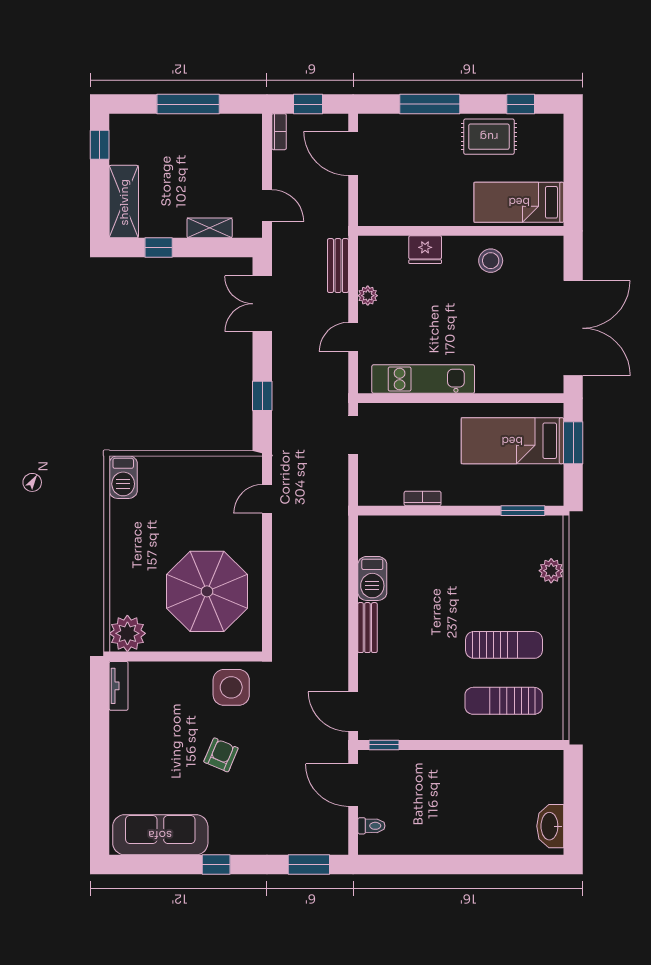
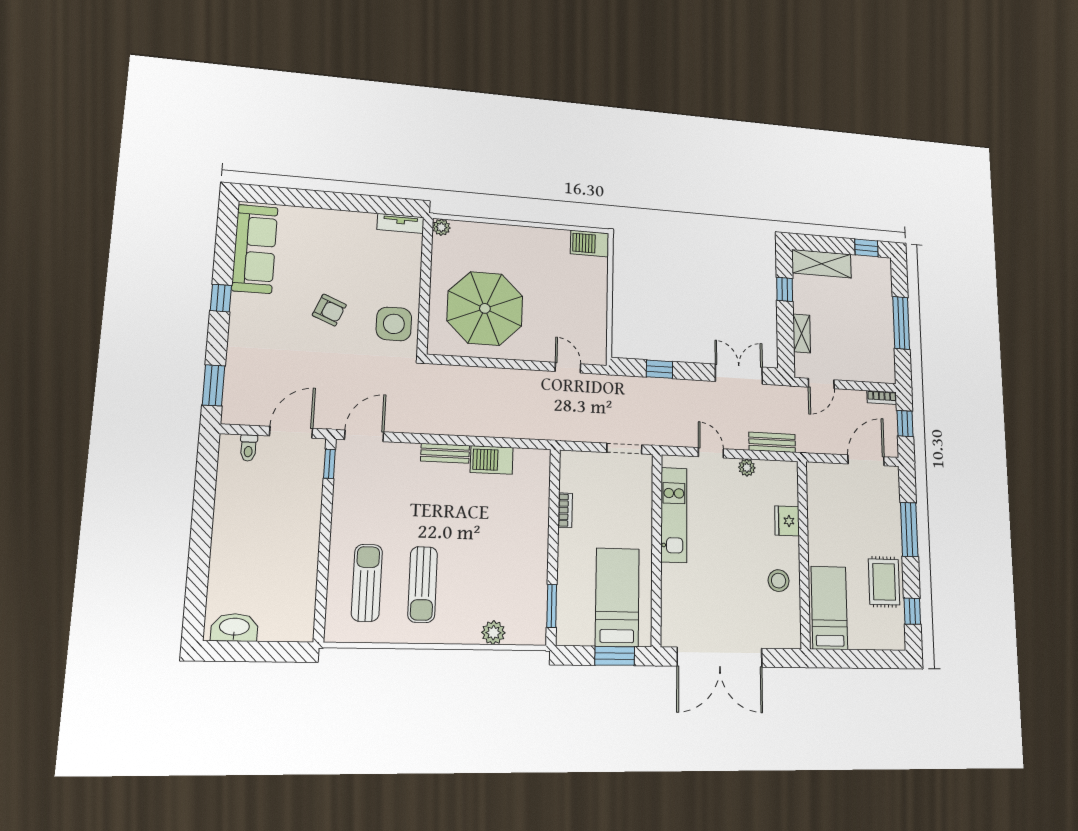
plant: (127, 633) -> (441, 227), width x0.53, depth x0.53

